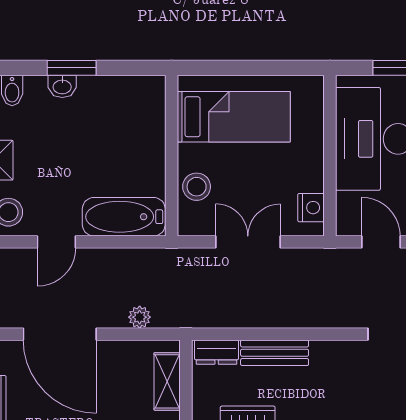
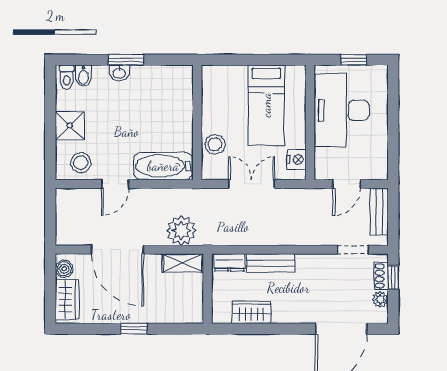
bed: (234, 117) -> (266, 105), moved, turned 90
door: (381, 242) -> (347, 184), swing flipped
plant: (140, 317) -> (181, 231), width x1.88, depth x1.88
shelving: (167, 381) -> (183, 263), moved, turned 90

